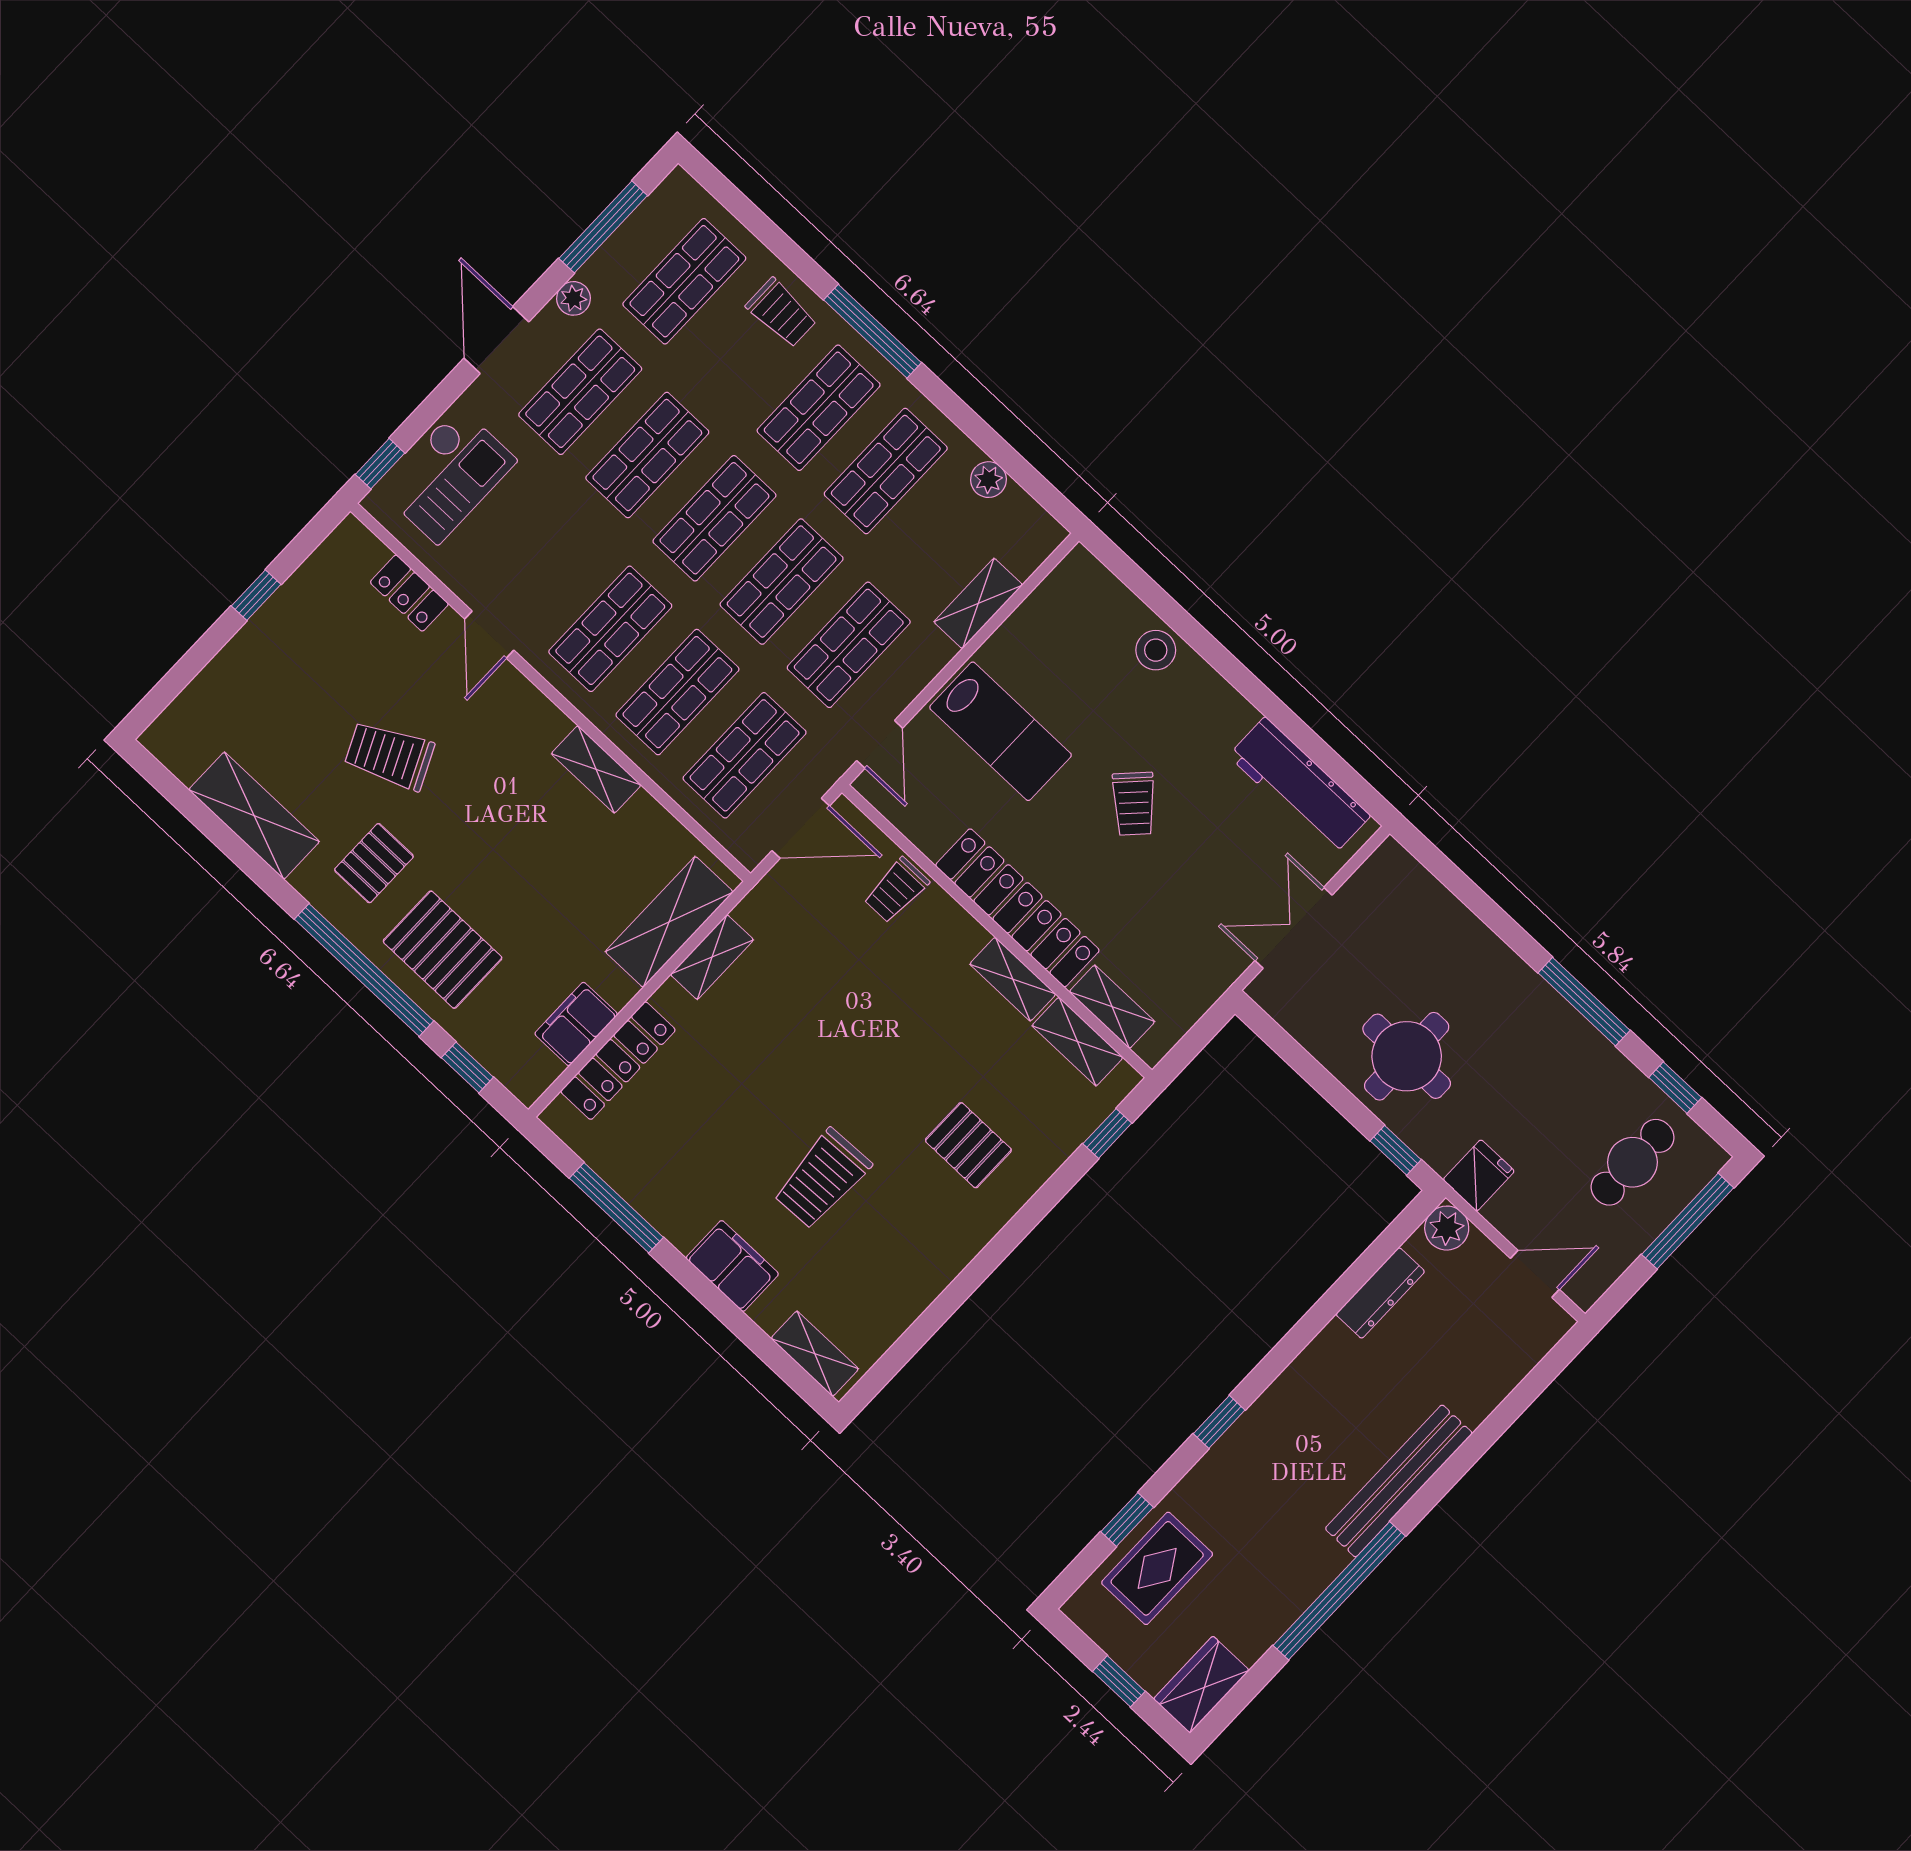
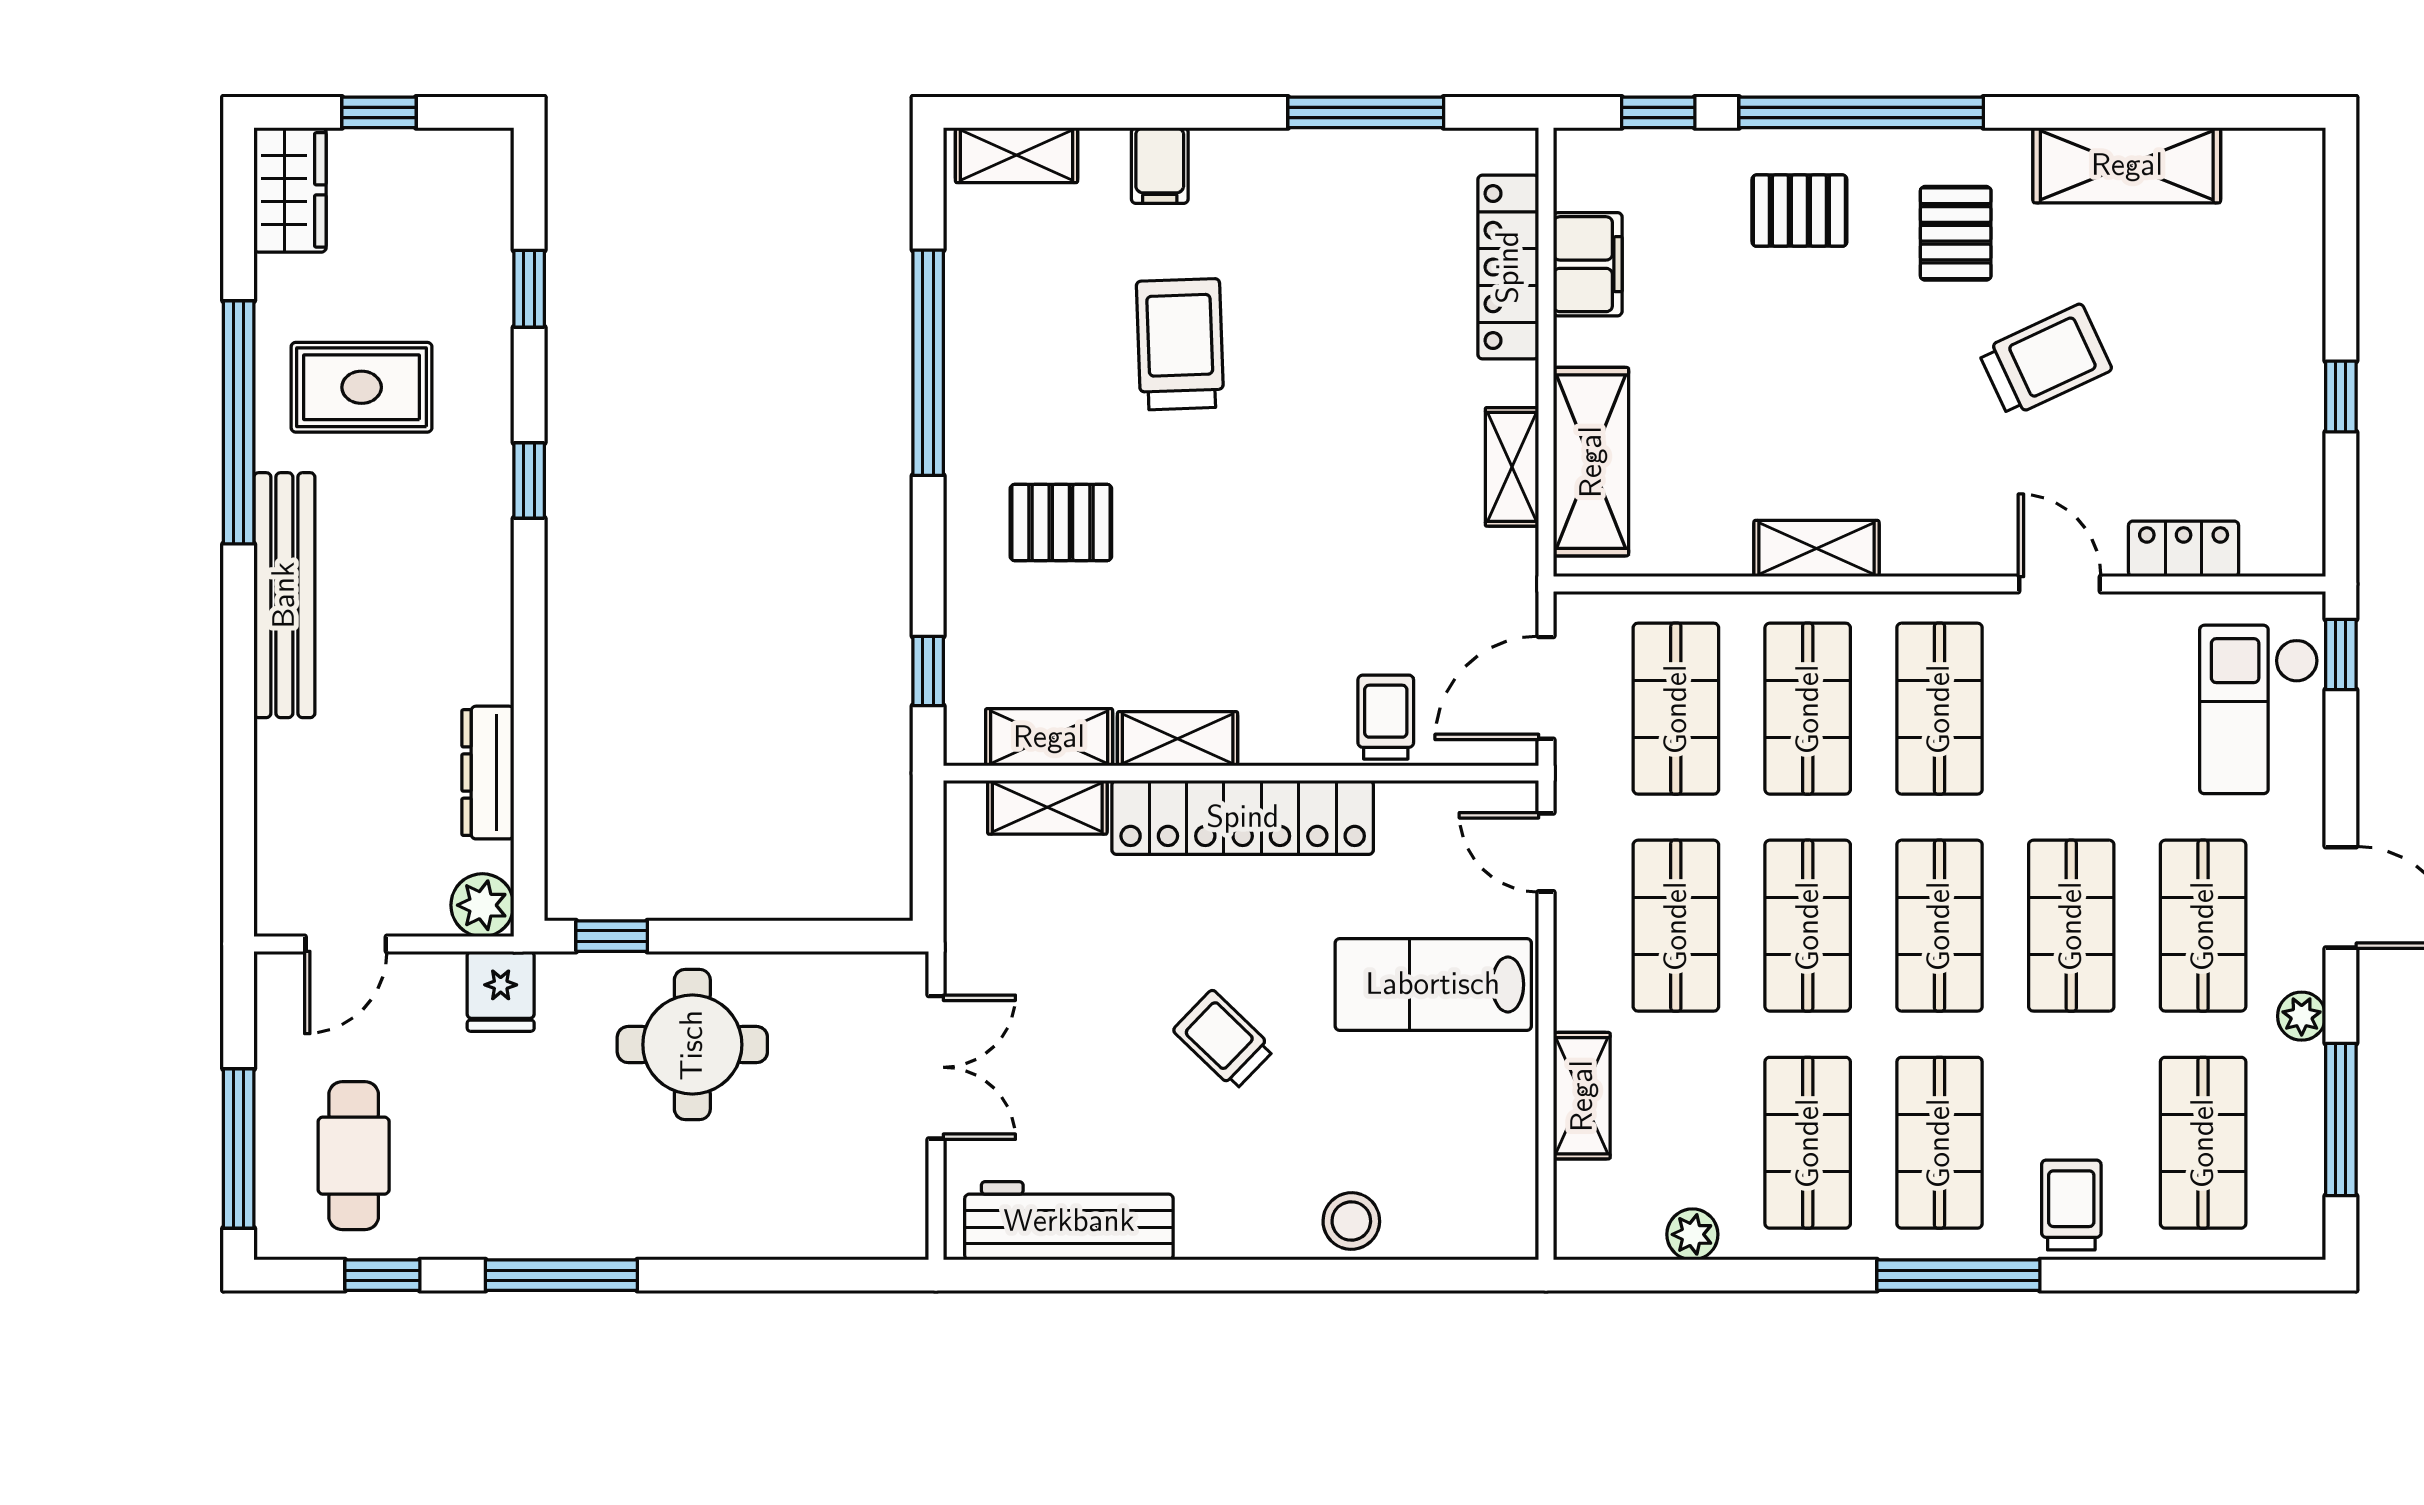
trolley: (781, 313) -> (2071, 1205), turned 90
pallet: (443, 950) -> (1799, 211), width x0.67, depth x0.71
filing cabinet: (732, 1266) -> (1160, 166), width x0.50
window: (959, 1290) -> (928, 363), added
rug: (1157, 1568) -> (362, 387), moved, turned 90

